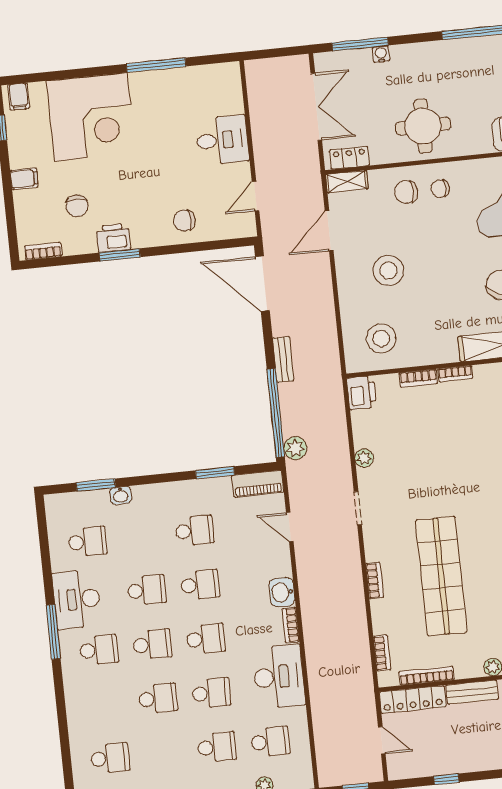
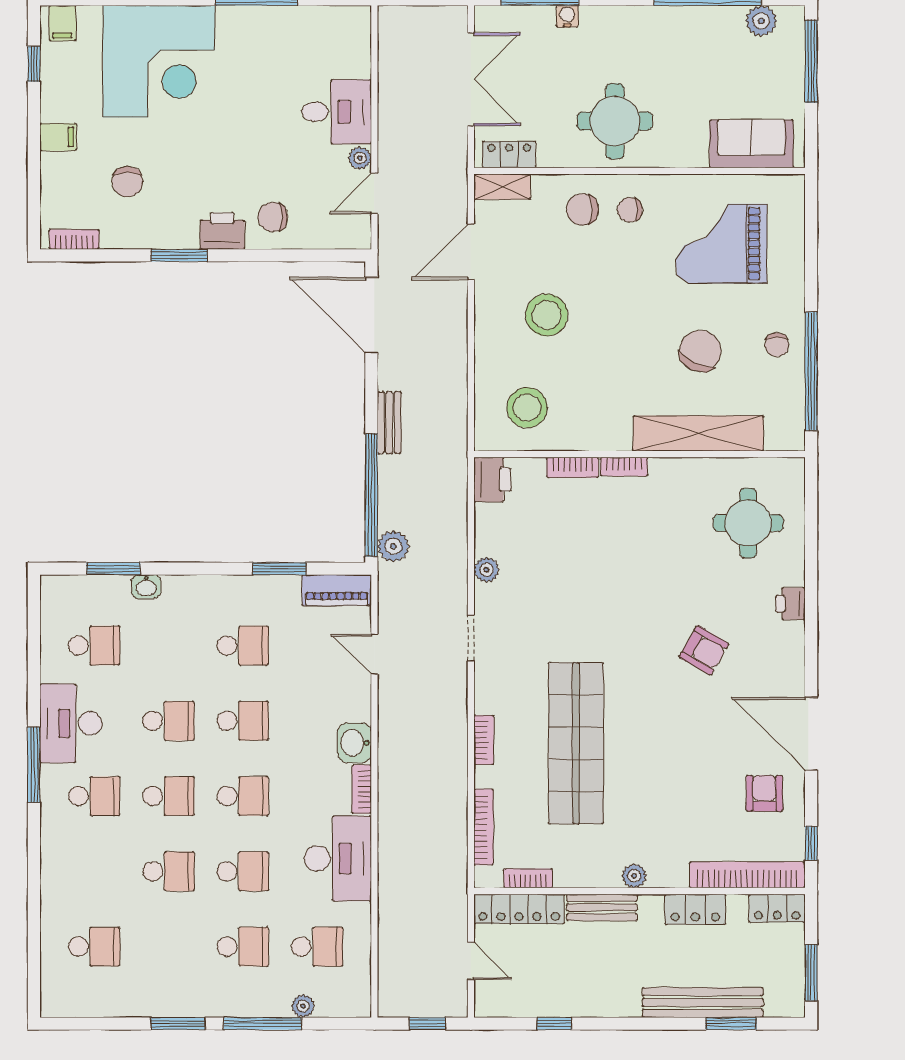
plant: (242, 171) -> (360, 158), added
printer: (113, 238) -> (222, 231), moved
bookcase: (382, 653) -> (484, 827), width x1.56
bookcase: (426, 676) -> (528, 878), width x0.64

